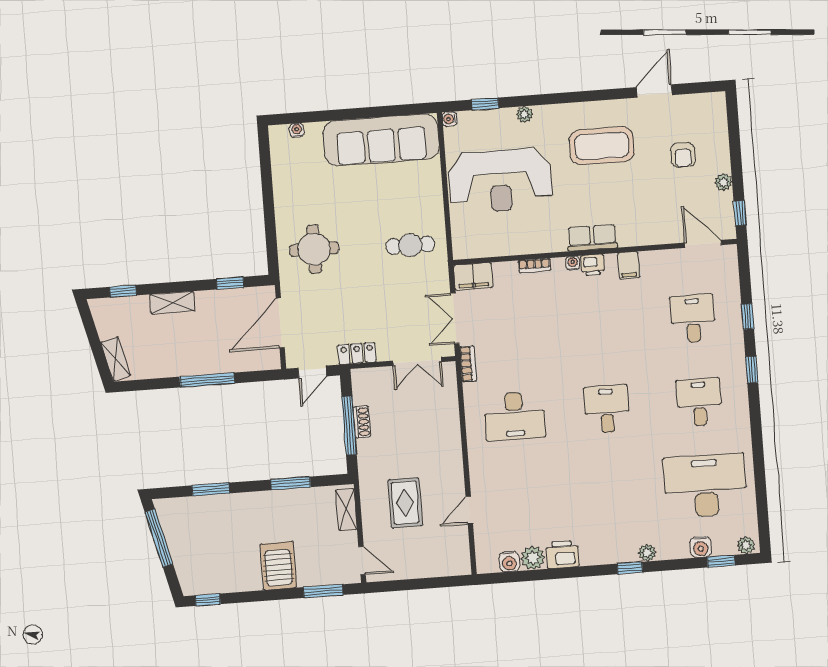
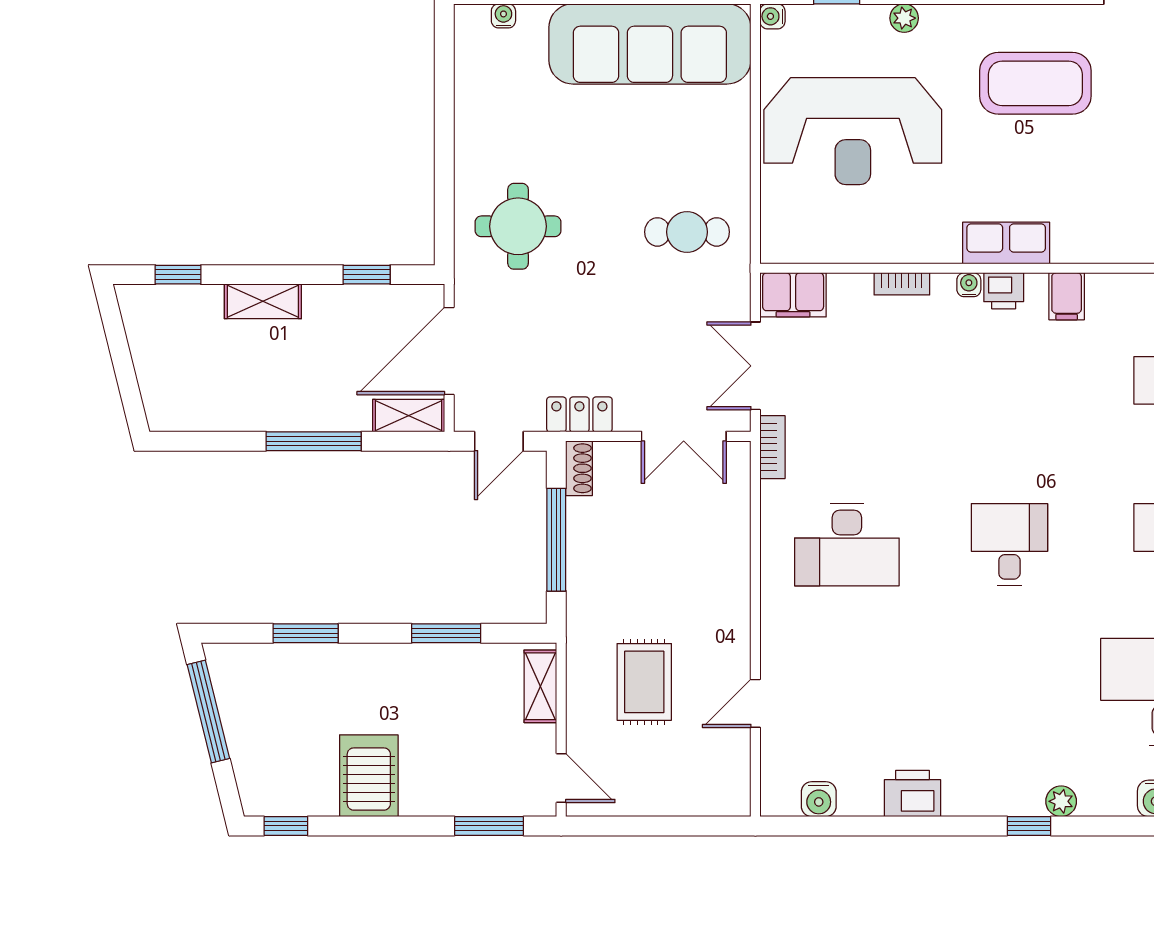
shelving: (116, 359) -> (409, 416), moved, turned -76
shoe rack: (362, 422) -> (579, 468), moved
plant: (533, 558) -> (860, 796), removed
server rack: (278, 566) -> (369, 776), moved

